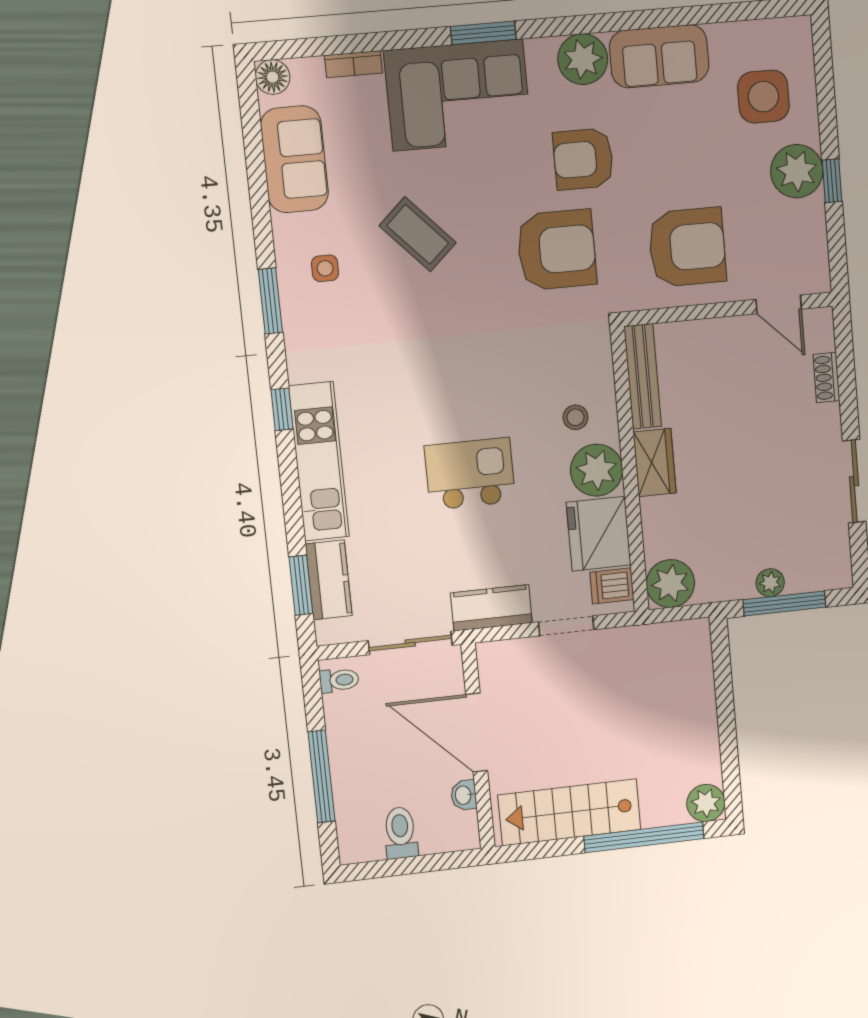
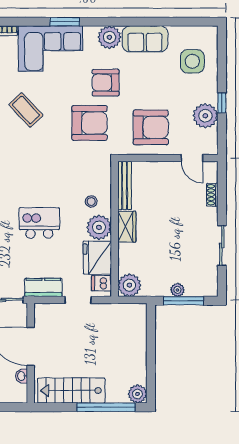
plant: (797, 171) -> (205, 116), moved

